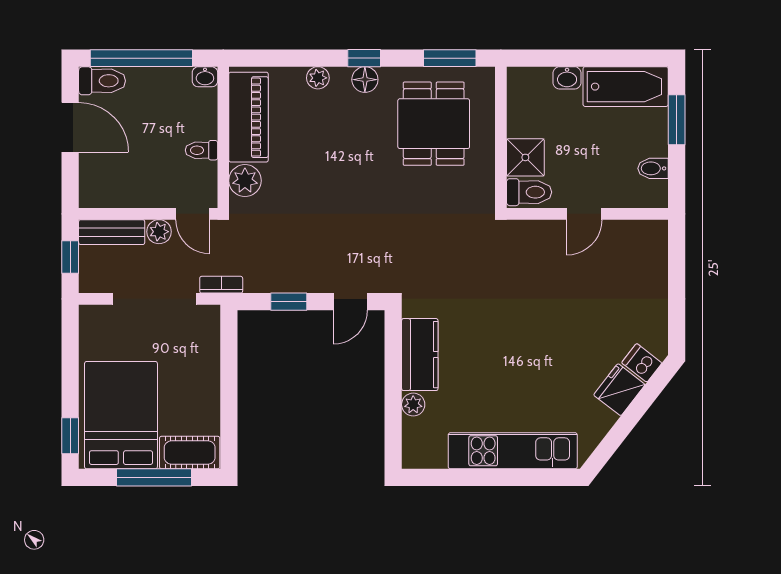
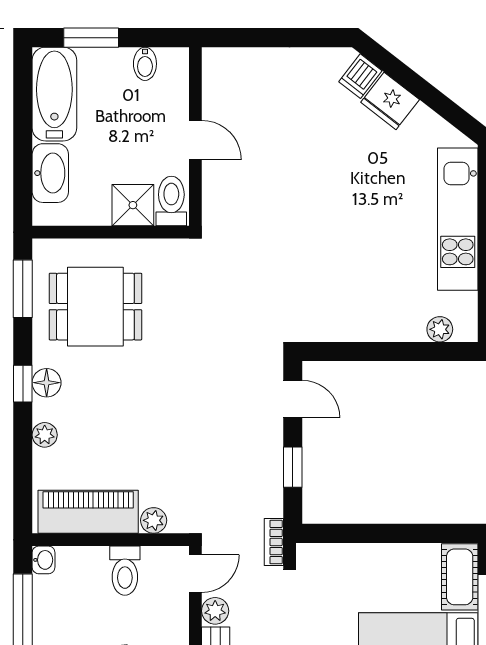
washbasin: (567, 78) -> (50, 173), width x1.91, depth x1.45
toilet: (201, 150) -> (125, 571), width x1.37, depth x1.39
plant: (245, 181) -> (154, 520), width x0.73, depth x0.73
kitchen counter: (420, 355) -> (351, 322), removed
plant: (413, 405) -> (440, 329), moved

